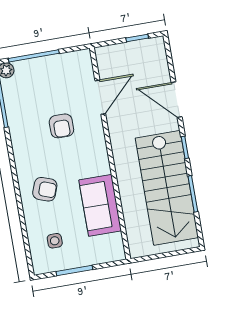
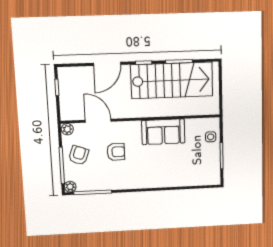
plant: (84, 58) -> (67, 129), added
armchair: (45, 189) -> (79, 155), moved
sofa: (100, 205) -> (163, 132), moved
side table: (55, 241) -> (211, 137), moved

